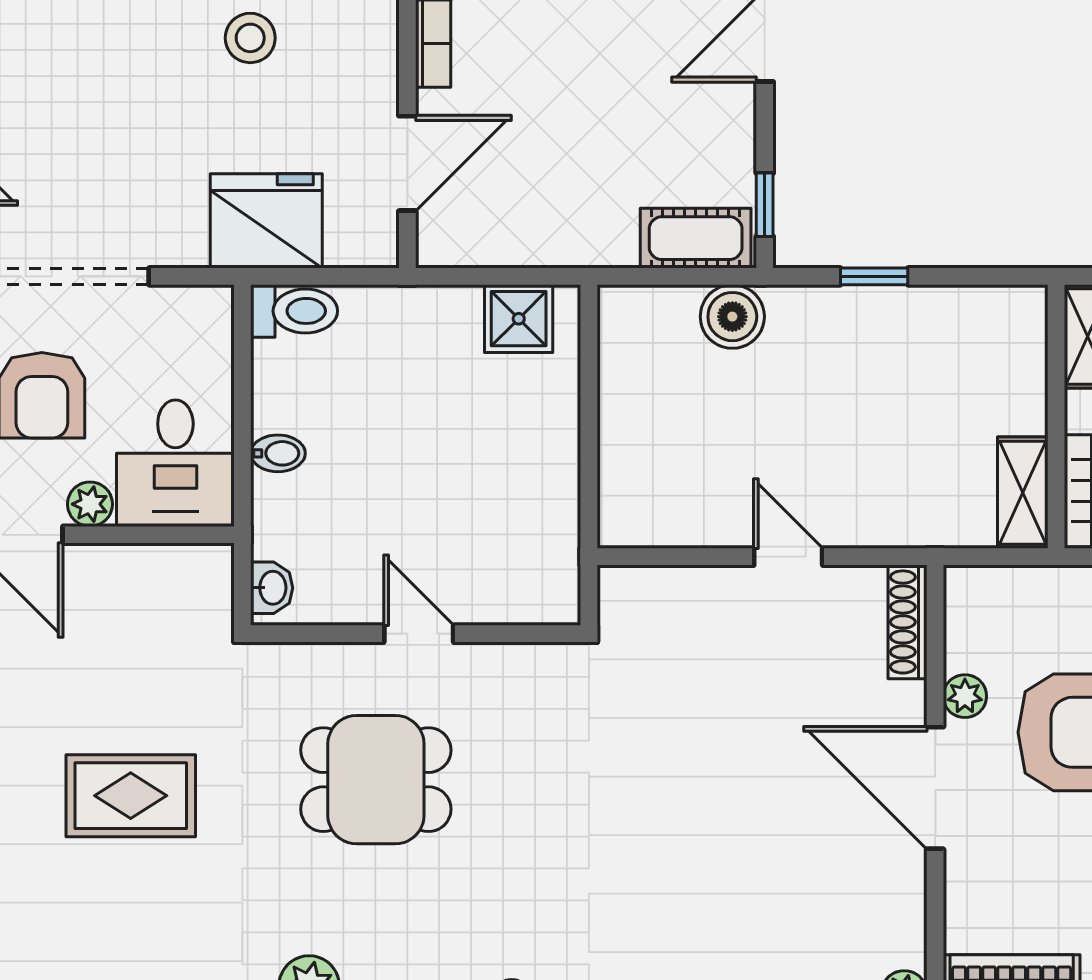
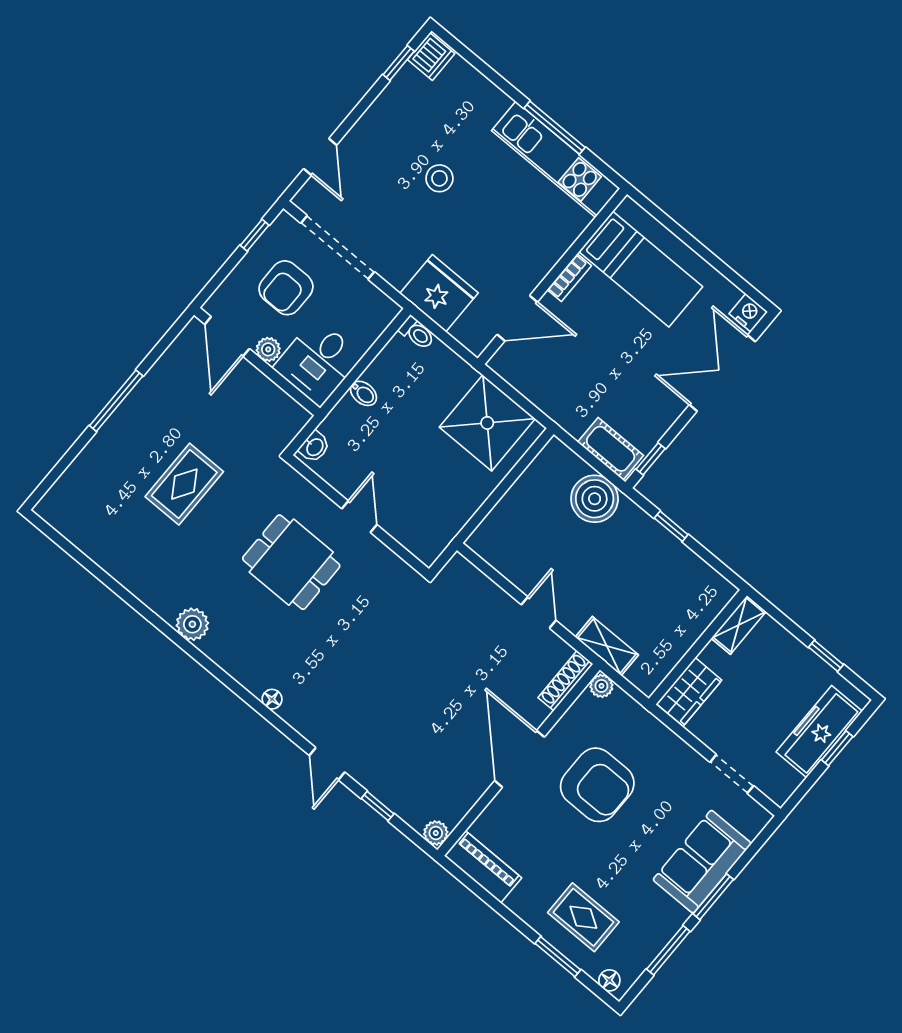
stool: (250, 38) -> (439, 178), moved
toilet: (294, 311) -> (417, 333), width x0.73, depth x0.72
boiler: (732, 317) -> (595, 499), width x1.37, depth x1.37
shower: (519, 319) -> (487, 423), width x1.86, depth x1.86
shelving: (1023, 493) -> (607, 646), moved, turned 90
plant: (965, 696) -> (601, 686), moved
rug: (131, 796) -> (184, 484), turned 90

